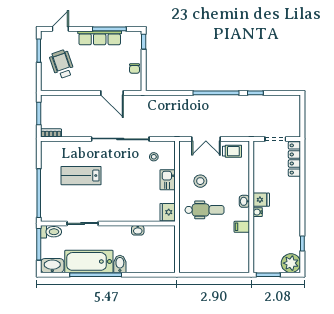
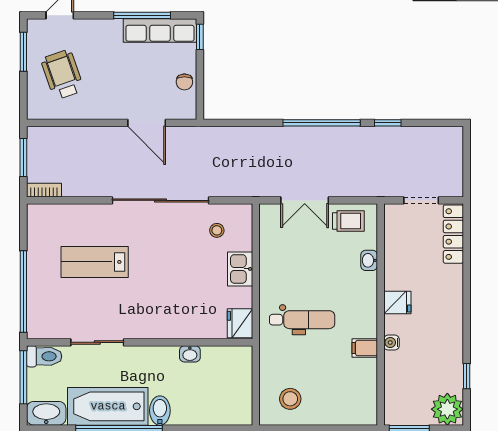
row of seats: (100, 38) -> (160, 30), moved
stool: (200, 181) -> (290, 399), moved
washbasin: (244, 201) -> (369, 260), moved
water cooler: (258, 212) -> (391, 343), moved

